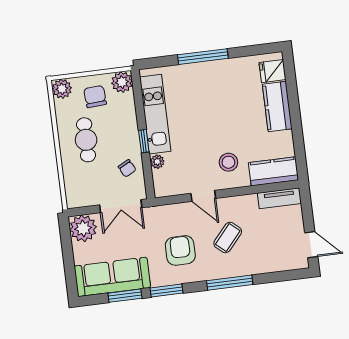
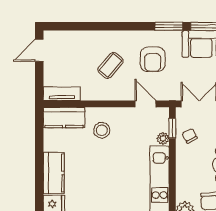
window: (144, 141) -> (172, 128), moved
door: (203, 196) -> (145, 104), moved
door: (311, 245) -> (39, 50), hinge flipped
window: (230, 283) -> (114, 26), removed

